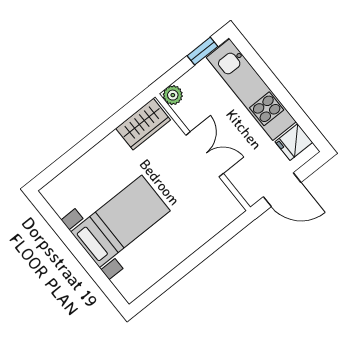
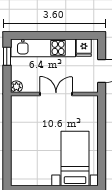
wardrobe: (143, 124) -> (19, 111), removed
bed with nightstands: (120, 221) -> (75, 159), moved

